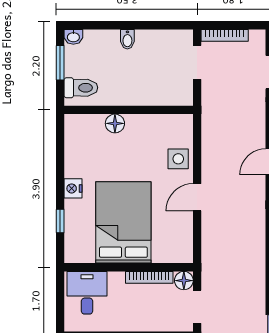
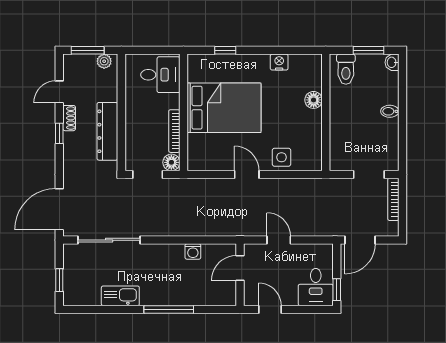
nightstand: (73, 188) -> (279, 62), moved

